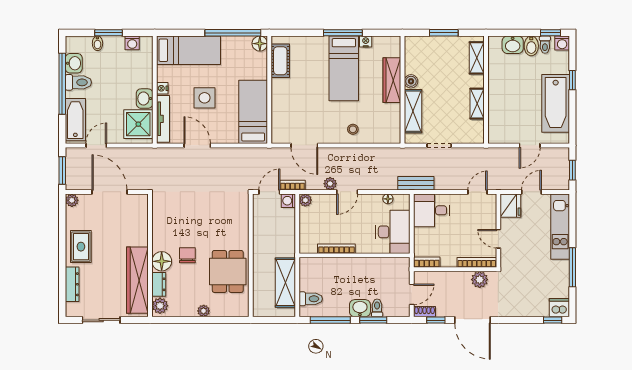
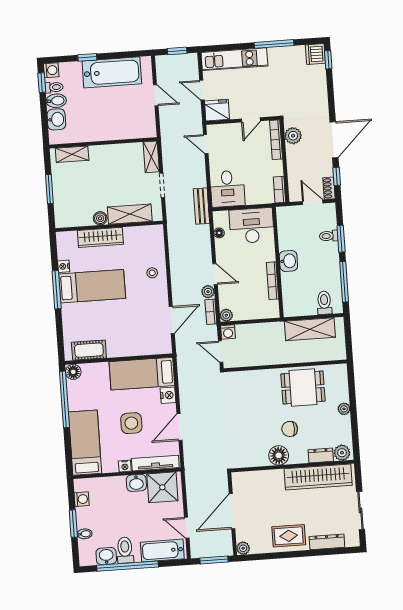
shelving: (477, 104) -> (151, 157), moved, turned 90
nightstand: (230, 136) -> (168, 395), added
bookcase: (293, 185) -> (211, 312), moved
floor lamp: (162, 261) -> (279, 455), moved
washbasin: (360, 308) -> (288, 261), moved, turned 180

